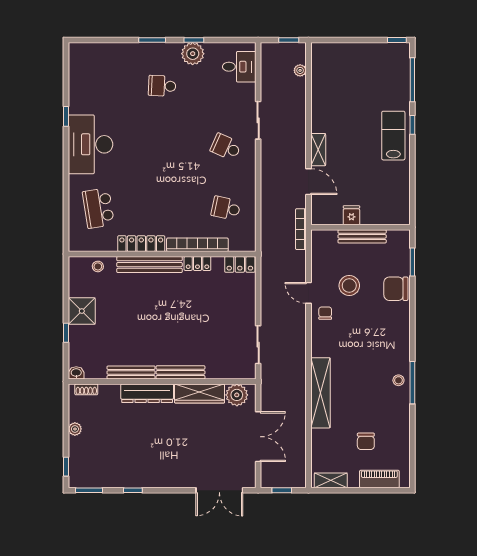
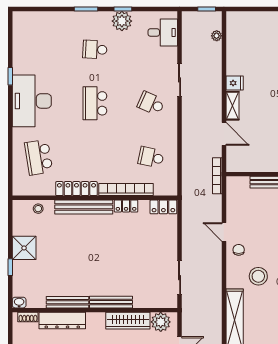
school desk: (162, 147) -> (95, 103), added
fridge: (351, 215) -> (235, 83), moved, turned 90
stool: (349, 286) -> (258, 276), moved
dresser: (147, 393) -> (62, 320), moved

